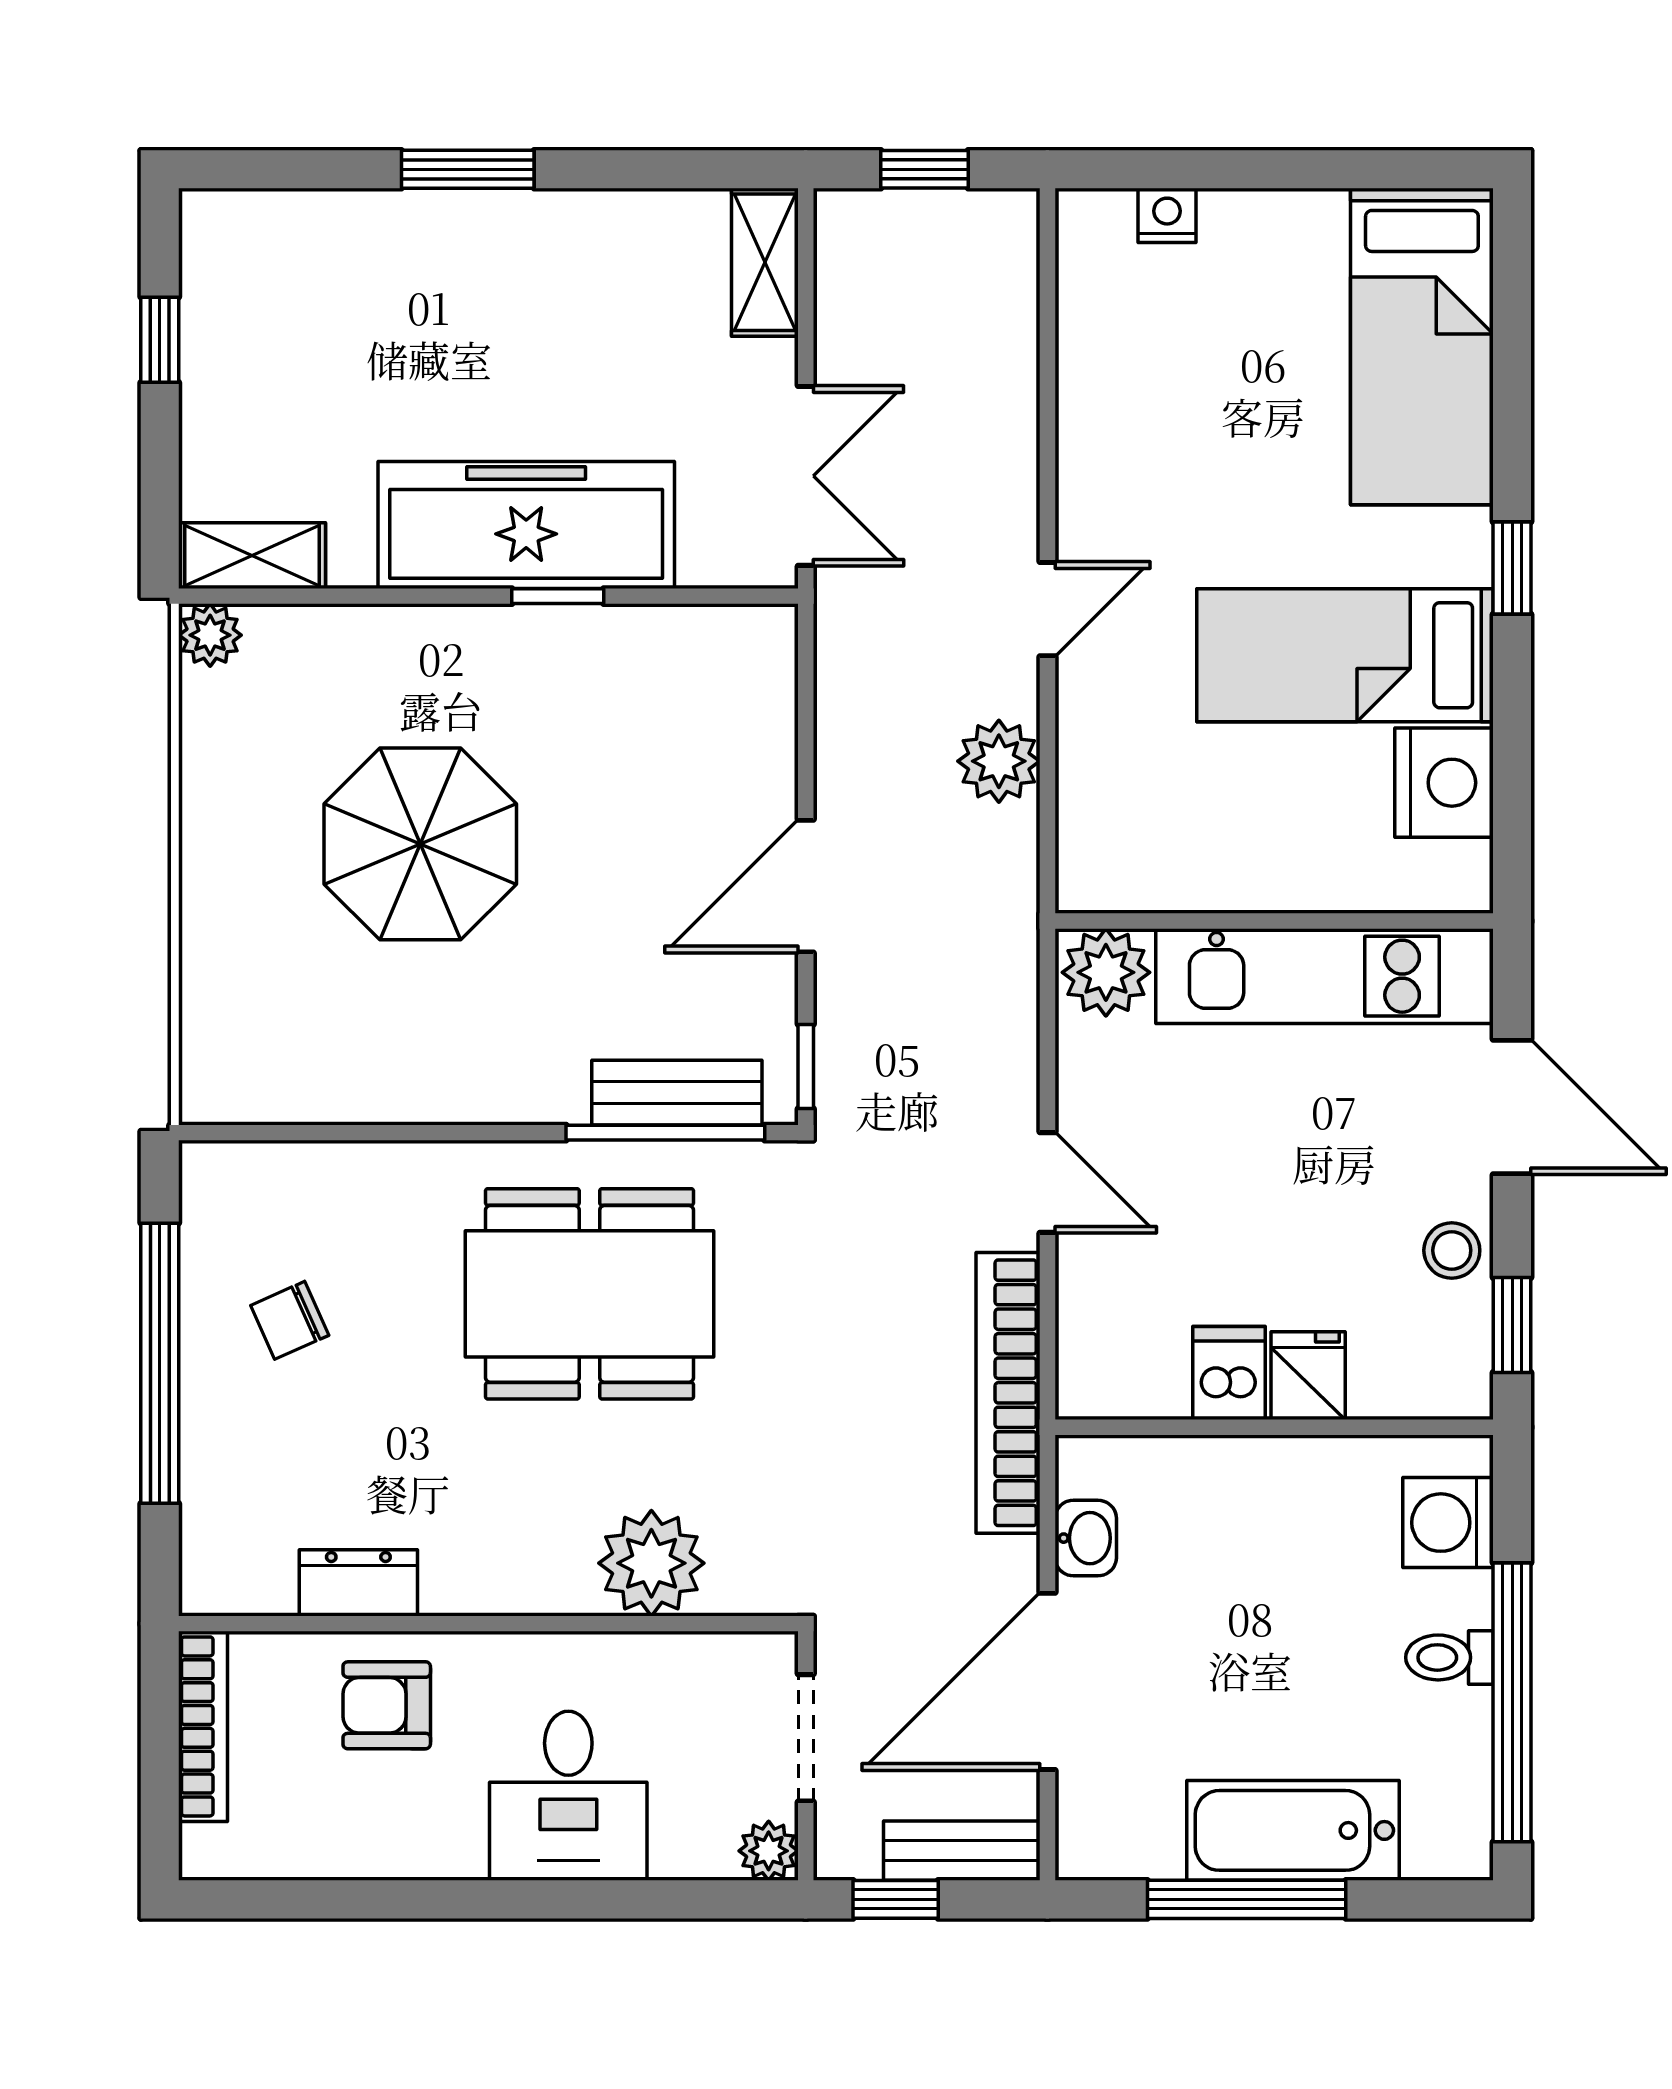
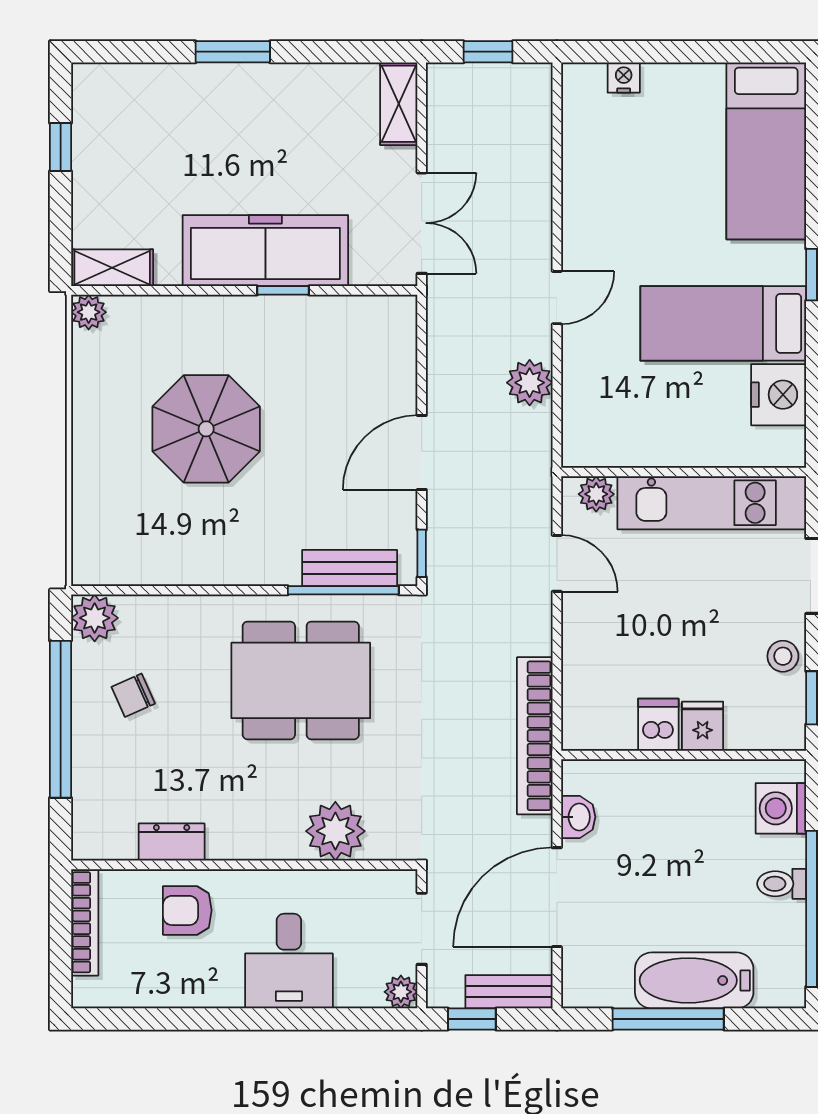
plant: (1106, 972) -> (596, 494), width x0.73, depth x0.73
plant: (221, 1182) -> (95, 618), added
door: (1047, 1183) -> (557, 563), moved

